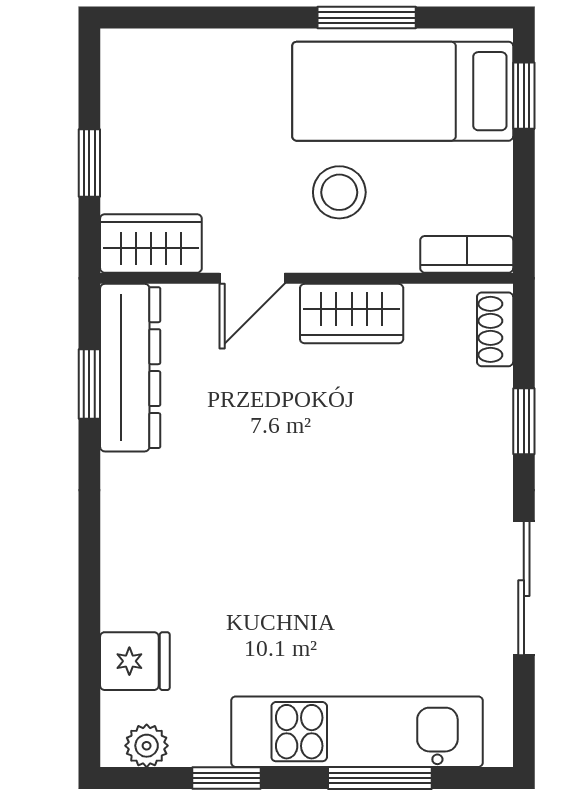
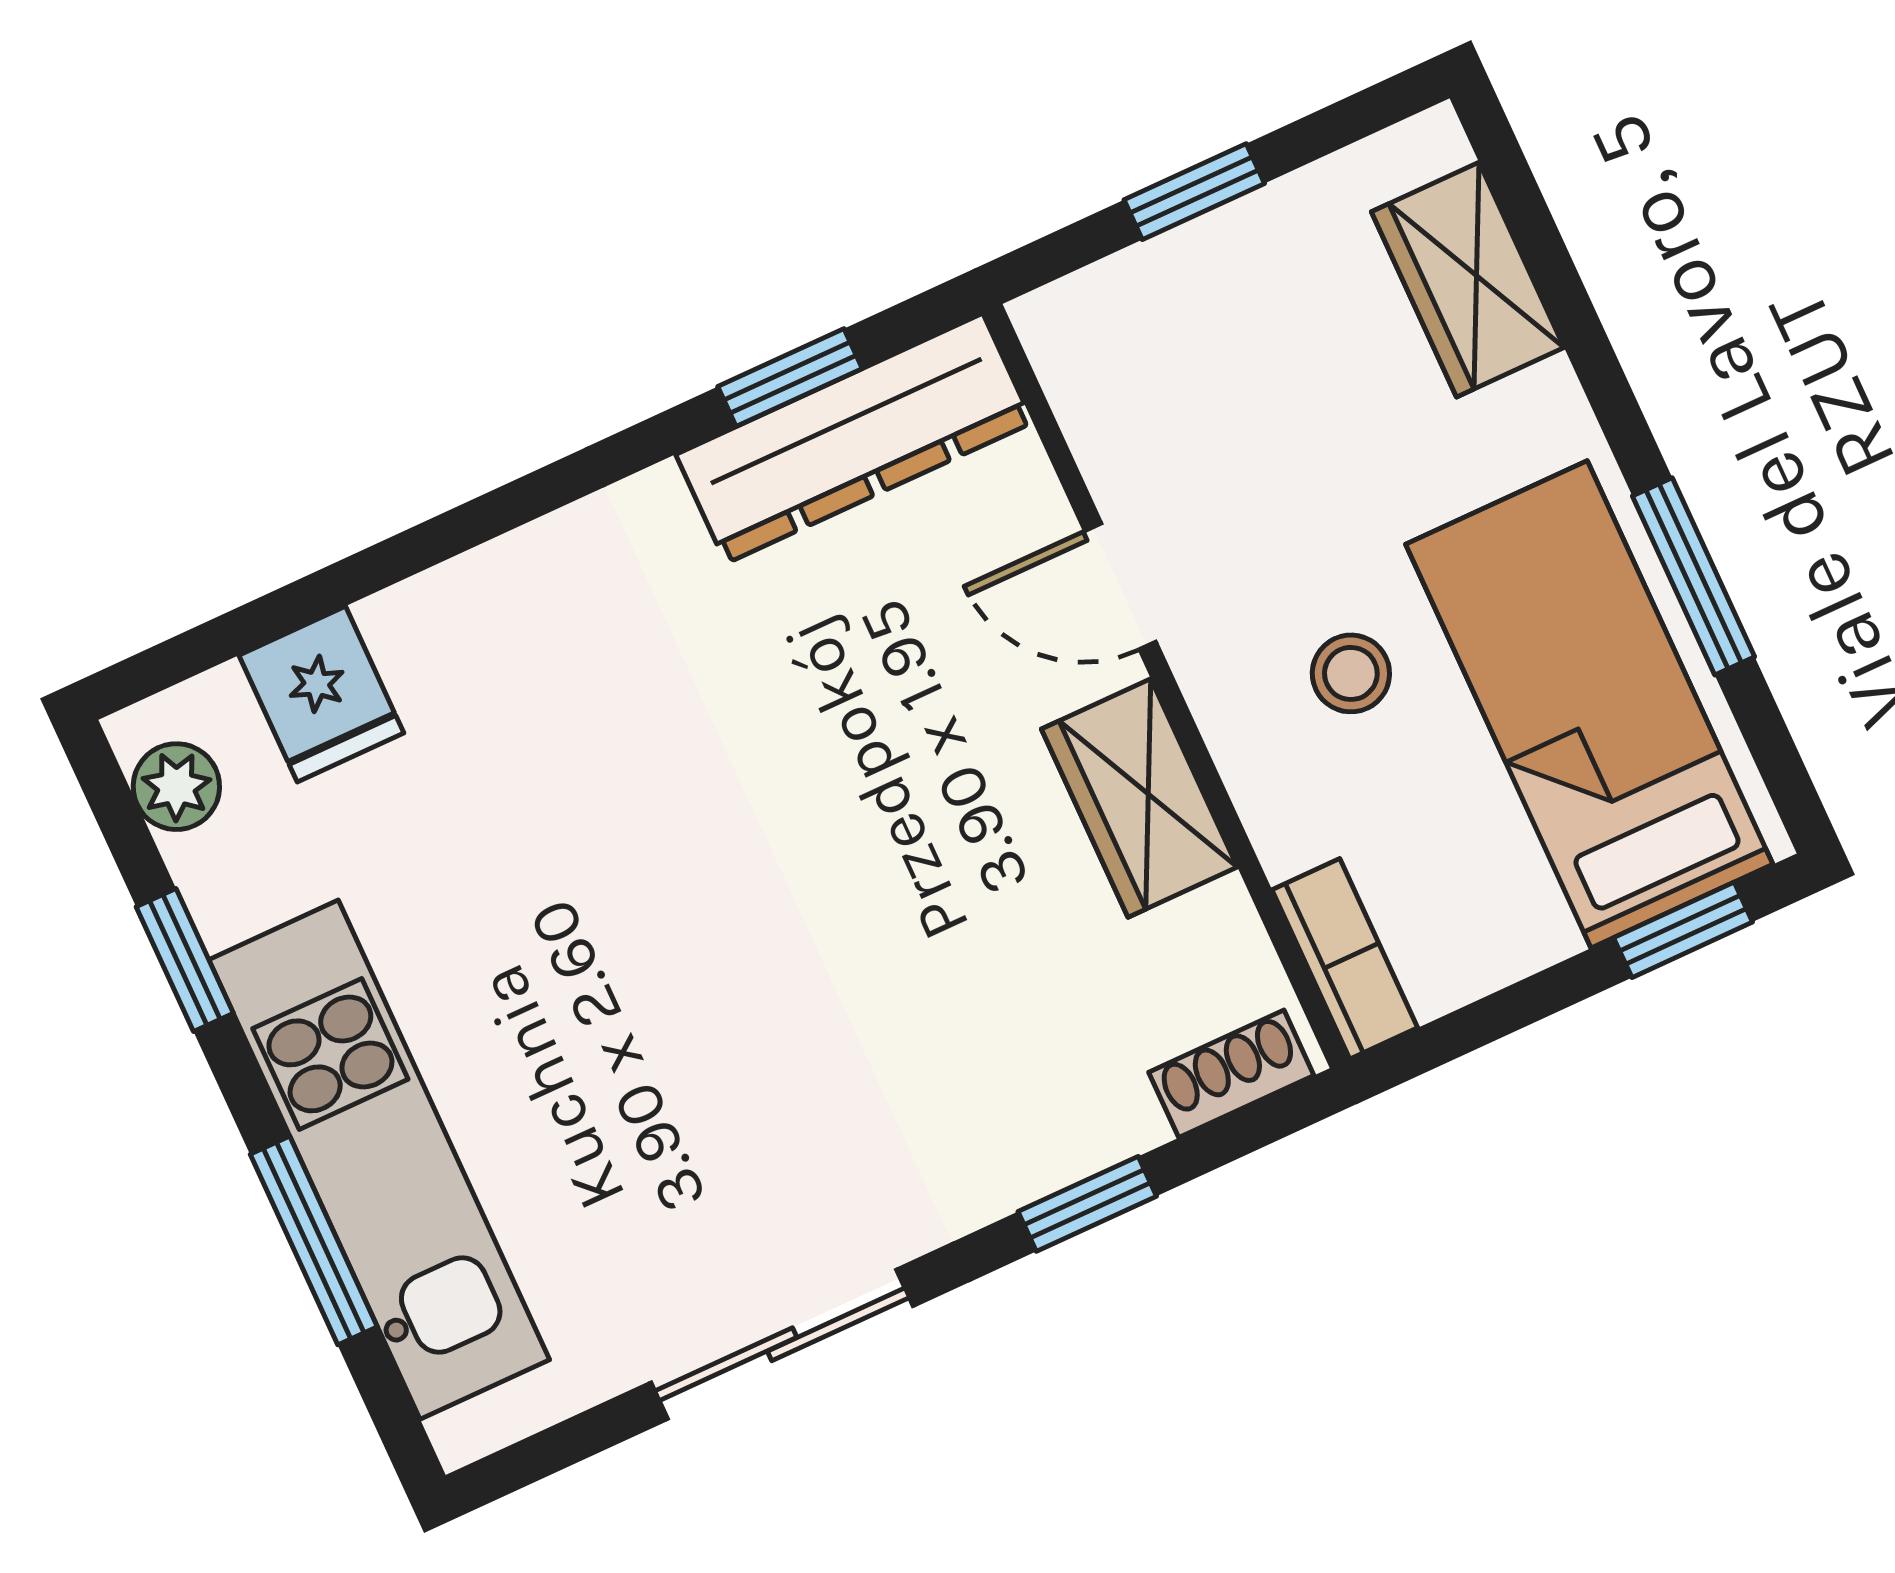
stool: (339, 192) -> (1351, 673), width x0.73, depth x0.73
wardrobe: (151, 243) -> (1468, 280), moved, turned 180

